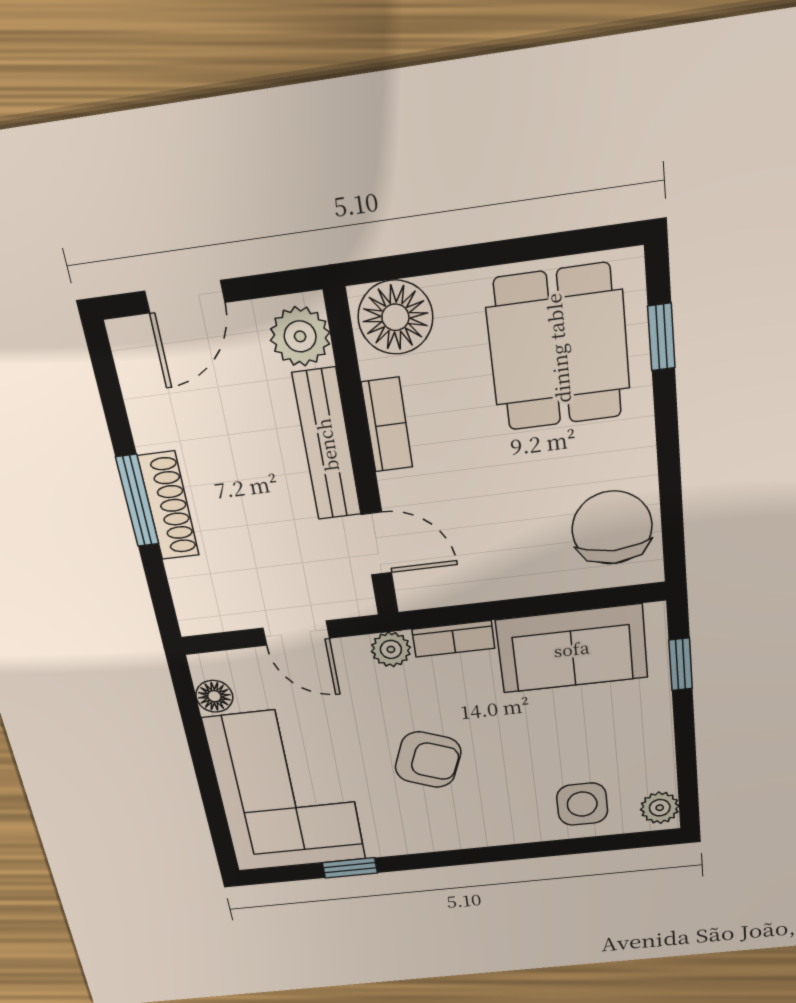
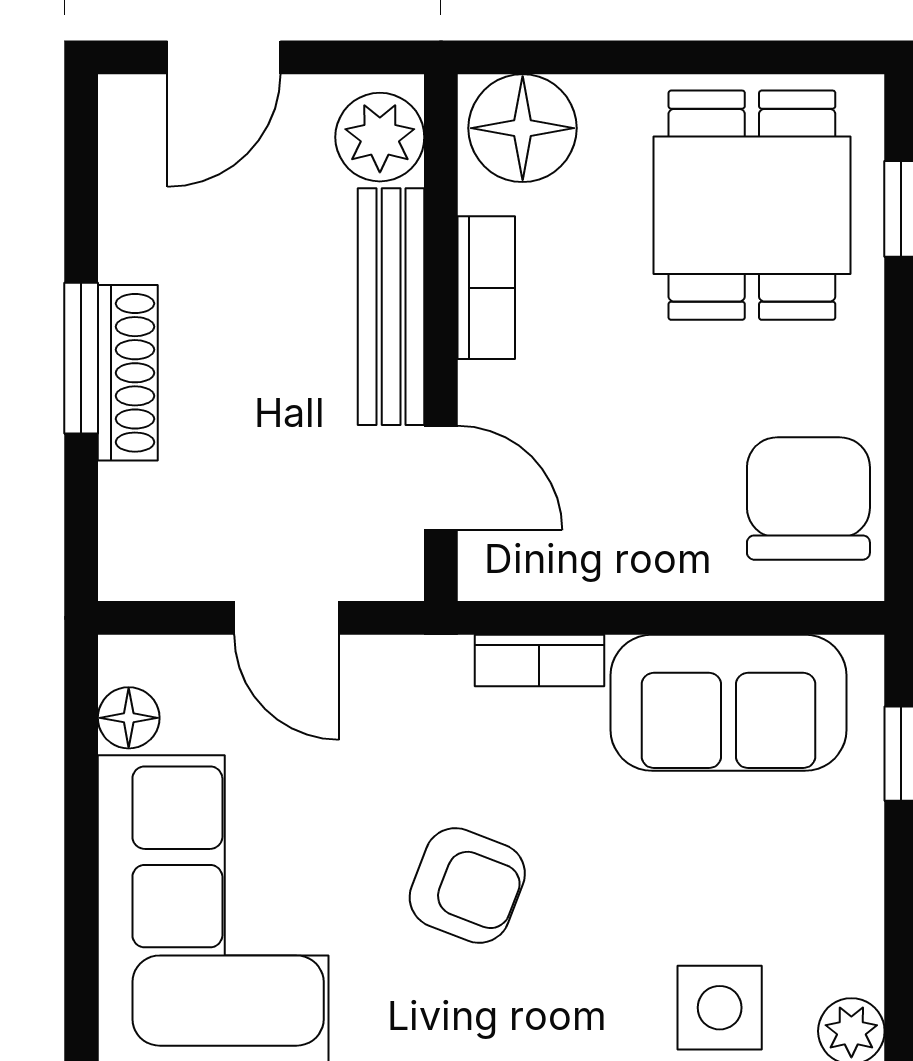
plant: (391, 649) -> (436, 667), removed

